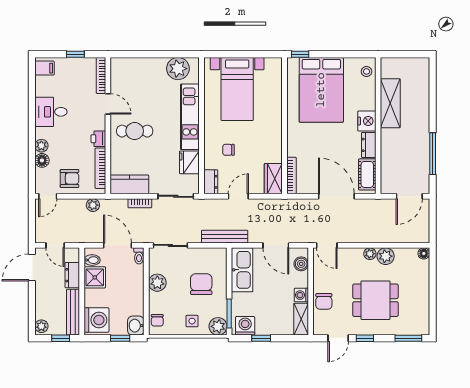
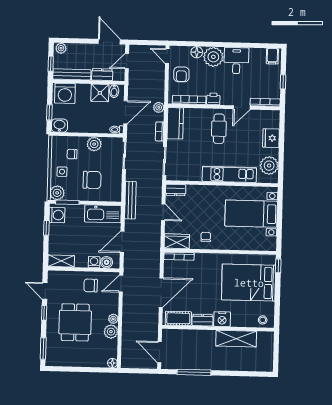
plant: (41, 146) -> (213, 57), width x1.87, depth x1.87
chair: (228, 150) -> (206, 237), moved
fridge: (189, 162) -> (271, 138), moved, turned -90
plant: (93, 205) -> (159, 107), moved
washing machine: (301, 295) -> (94, 262), moved
chair: (324, 301) -> (91, 285), moved
chair: (157, 320) -> (72, 154), moved

